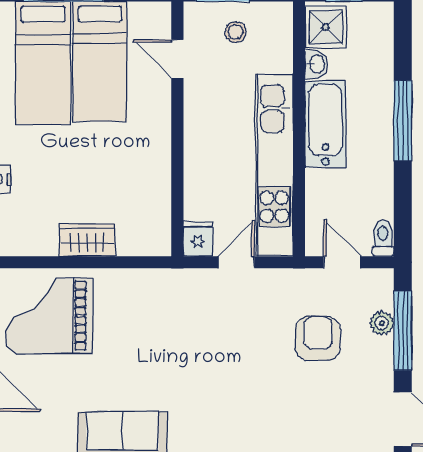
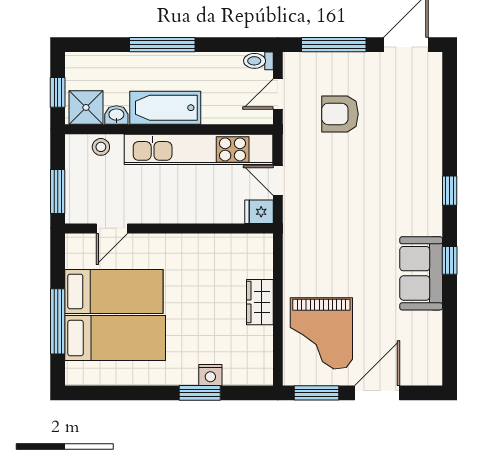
stool: (236, 32) -> (101, 147), moved
plant: (382, 323) -> (328, 62), removed

